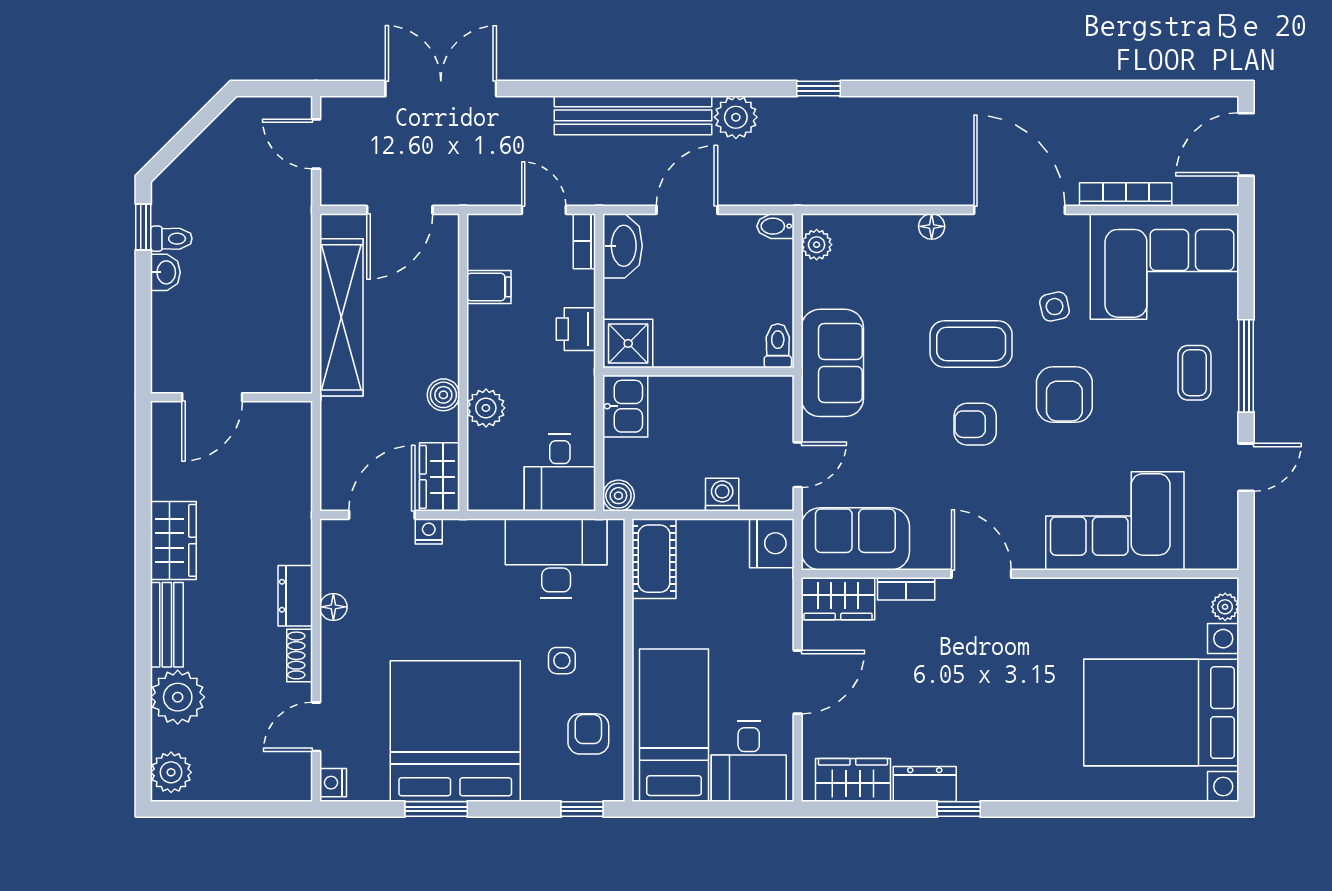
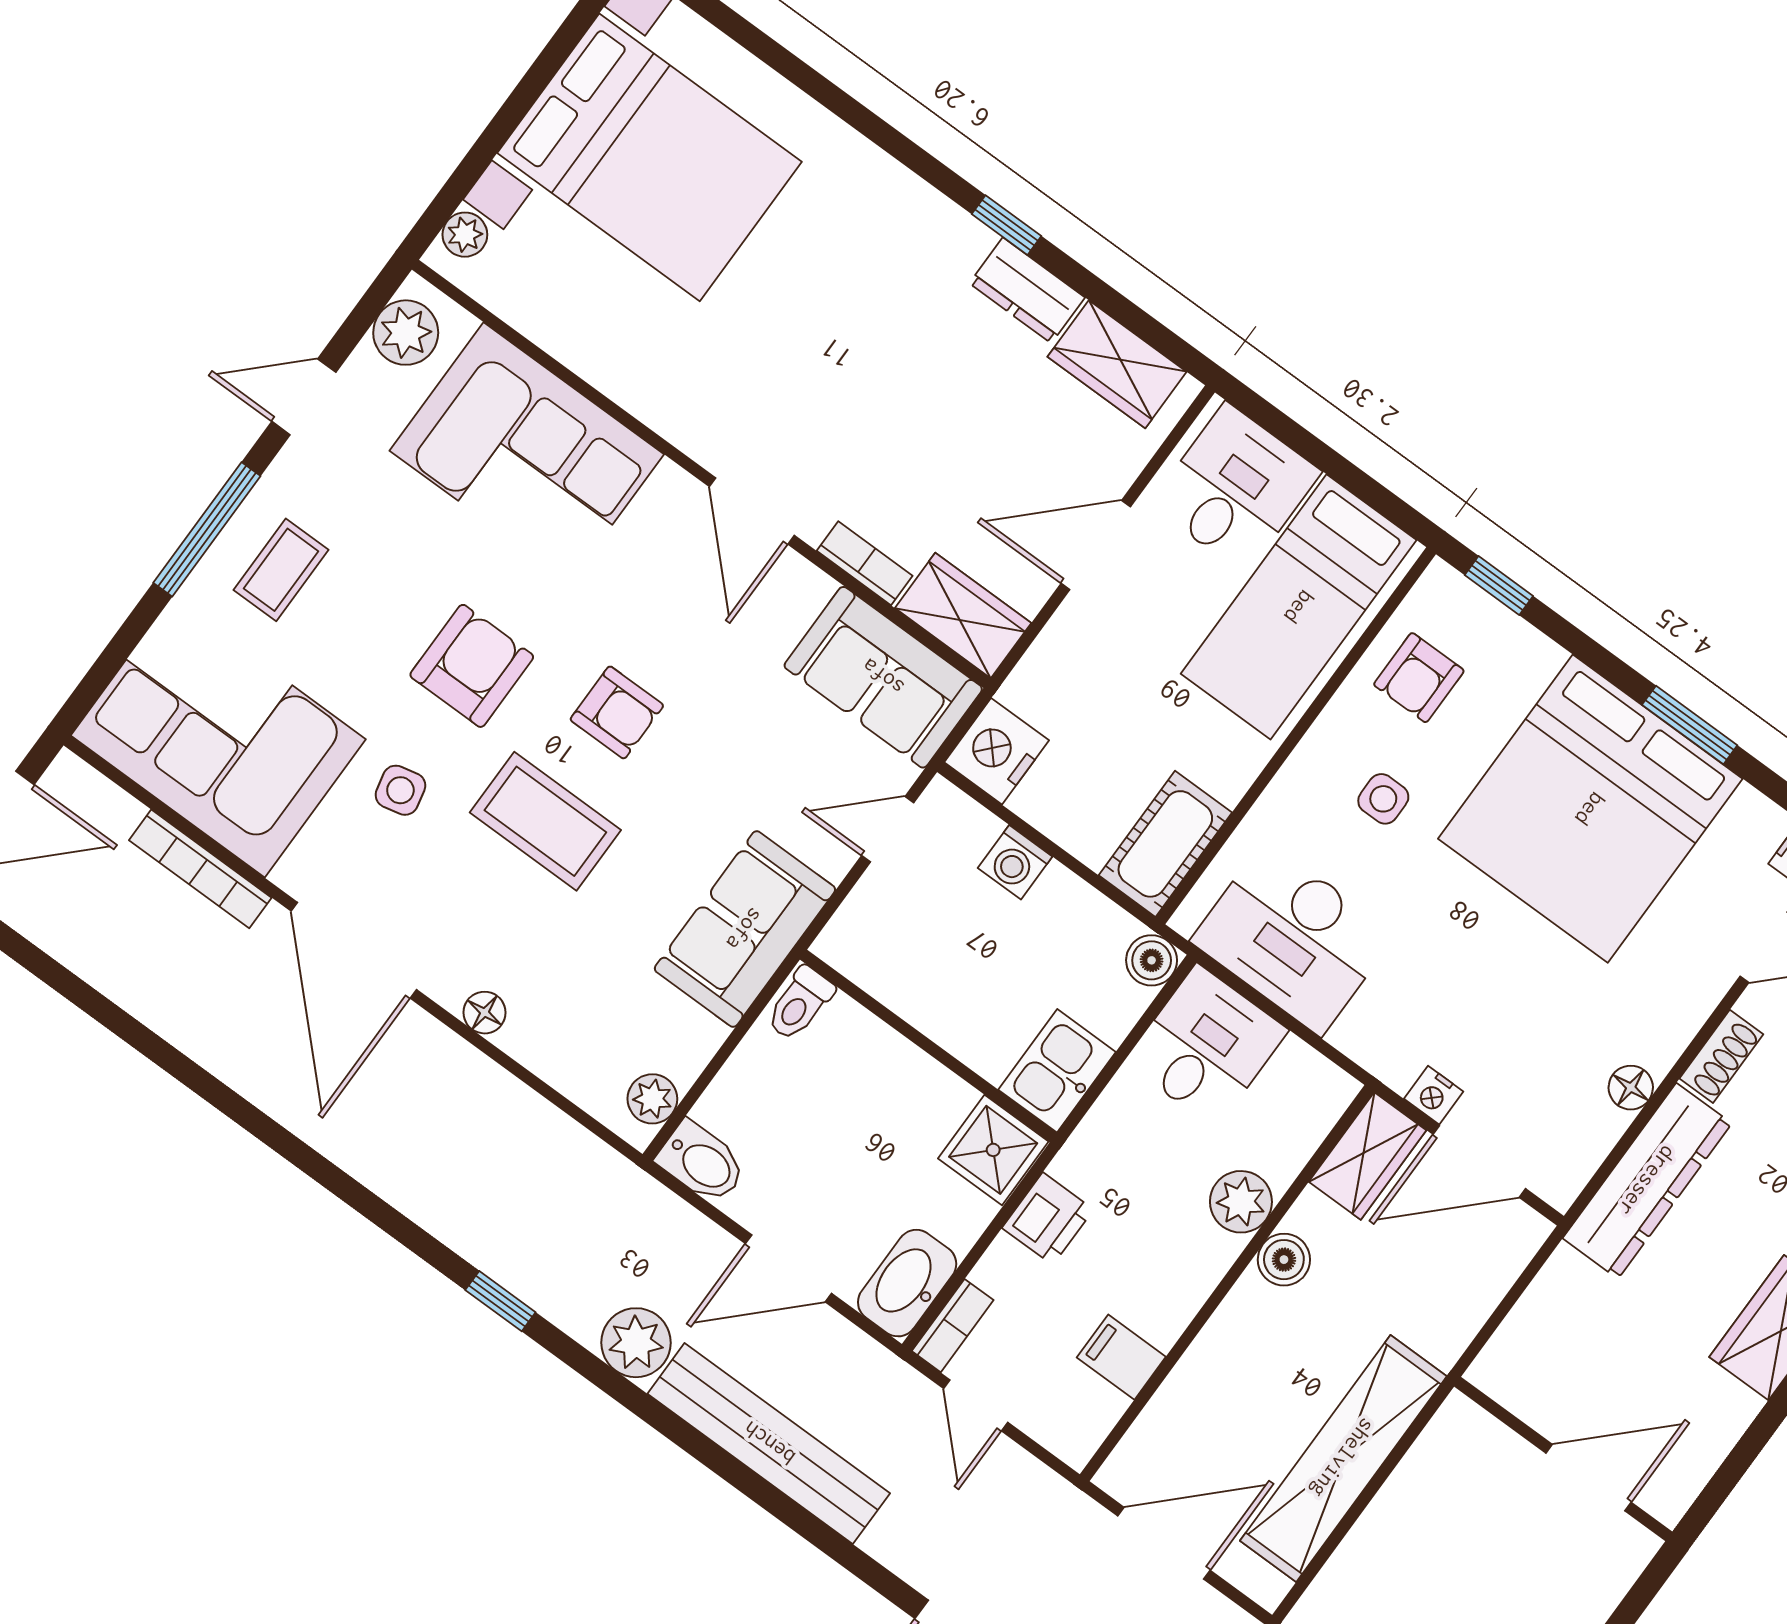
bidet: (775, 226) -> (702, 1163), width x1.38, depth x1.36
plant: (1219, 536) -> (406, 333), added
dresser: (295, 596) -> (1647, 1181), width x1.96, depth x1.24

